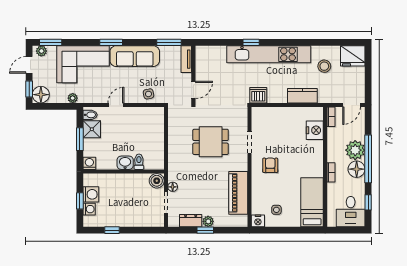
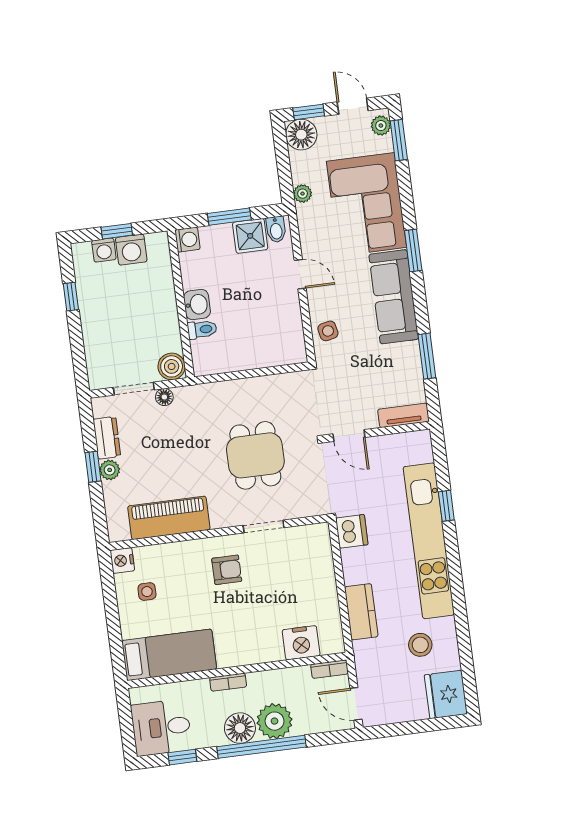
tv unit: (186, 59) -> (403, 415), moved
wall: (193, 74) -> (377, 432), moved
door: (193, 90) -> (349, 436), moved

